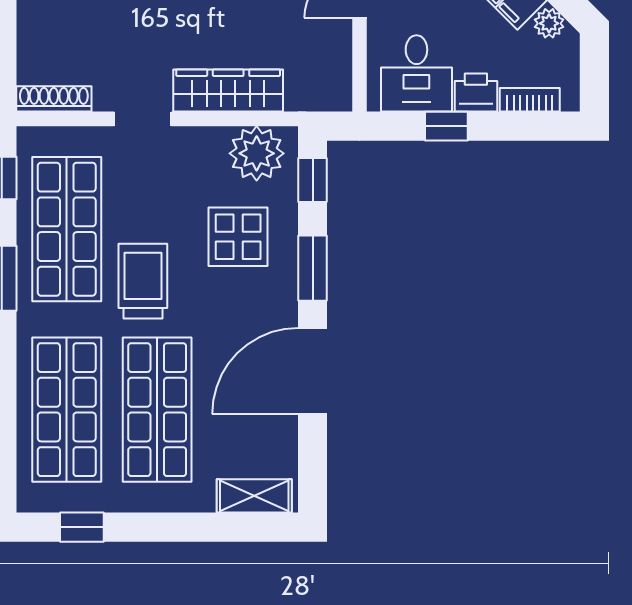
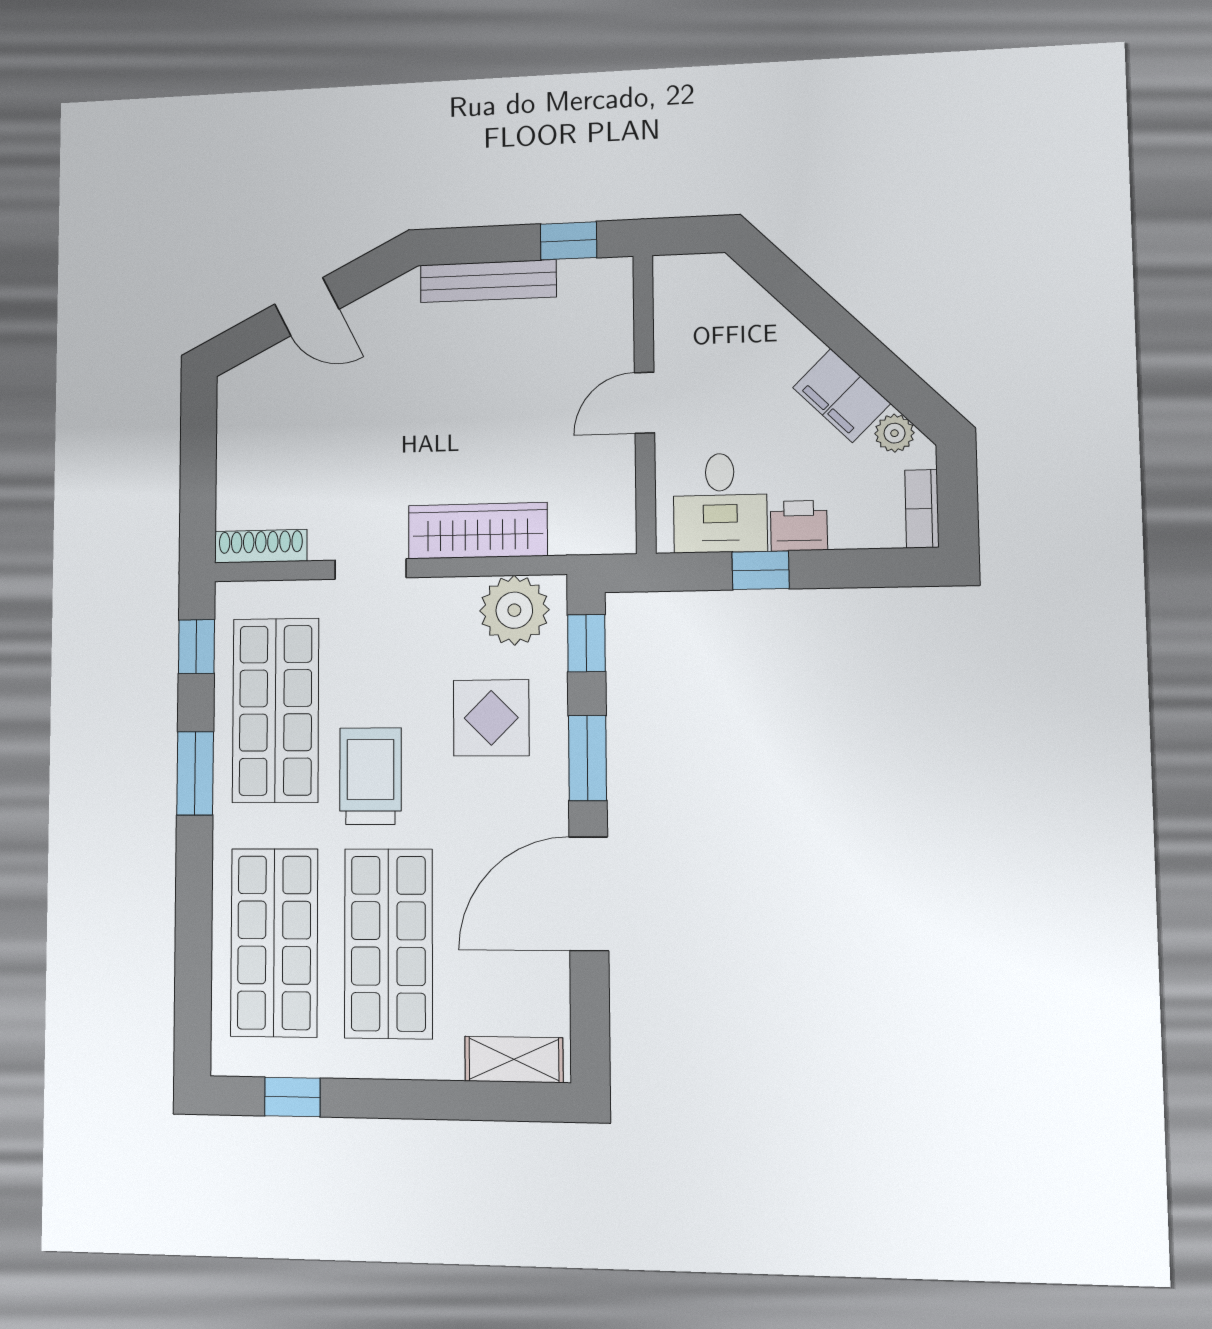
bookcase: (530, 100) -> (922, 509), moved, turned -90

